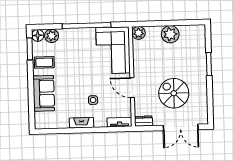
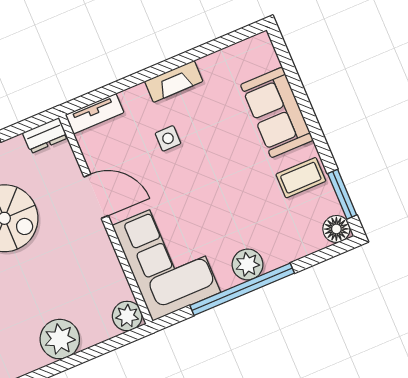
plant: (52, 36) -> (248, 264), moved

